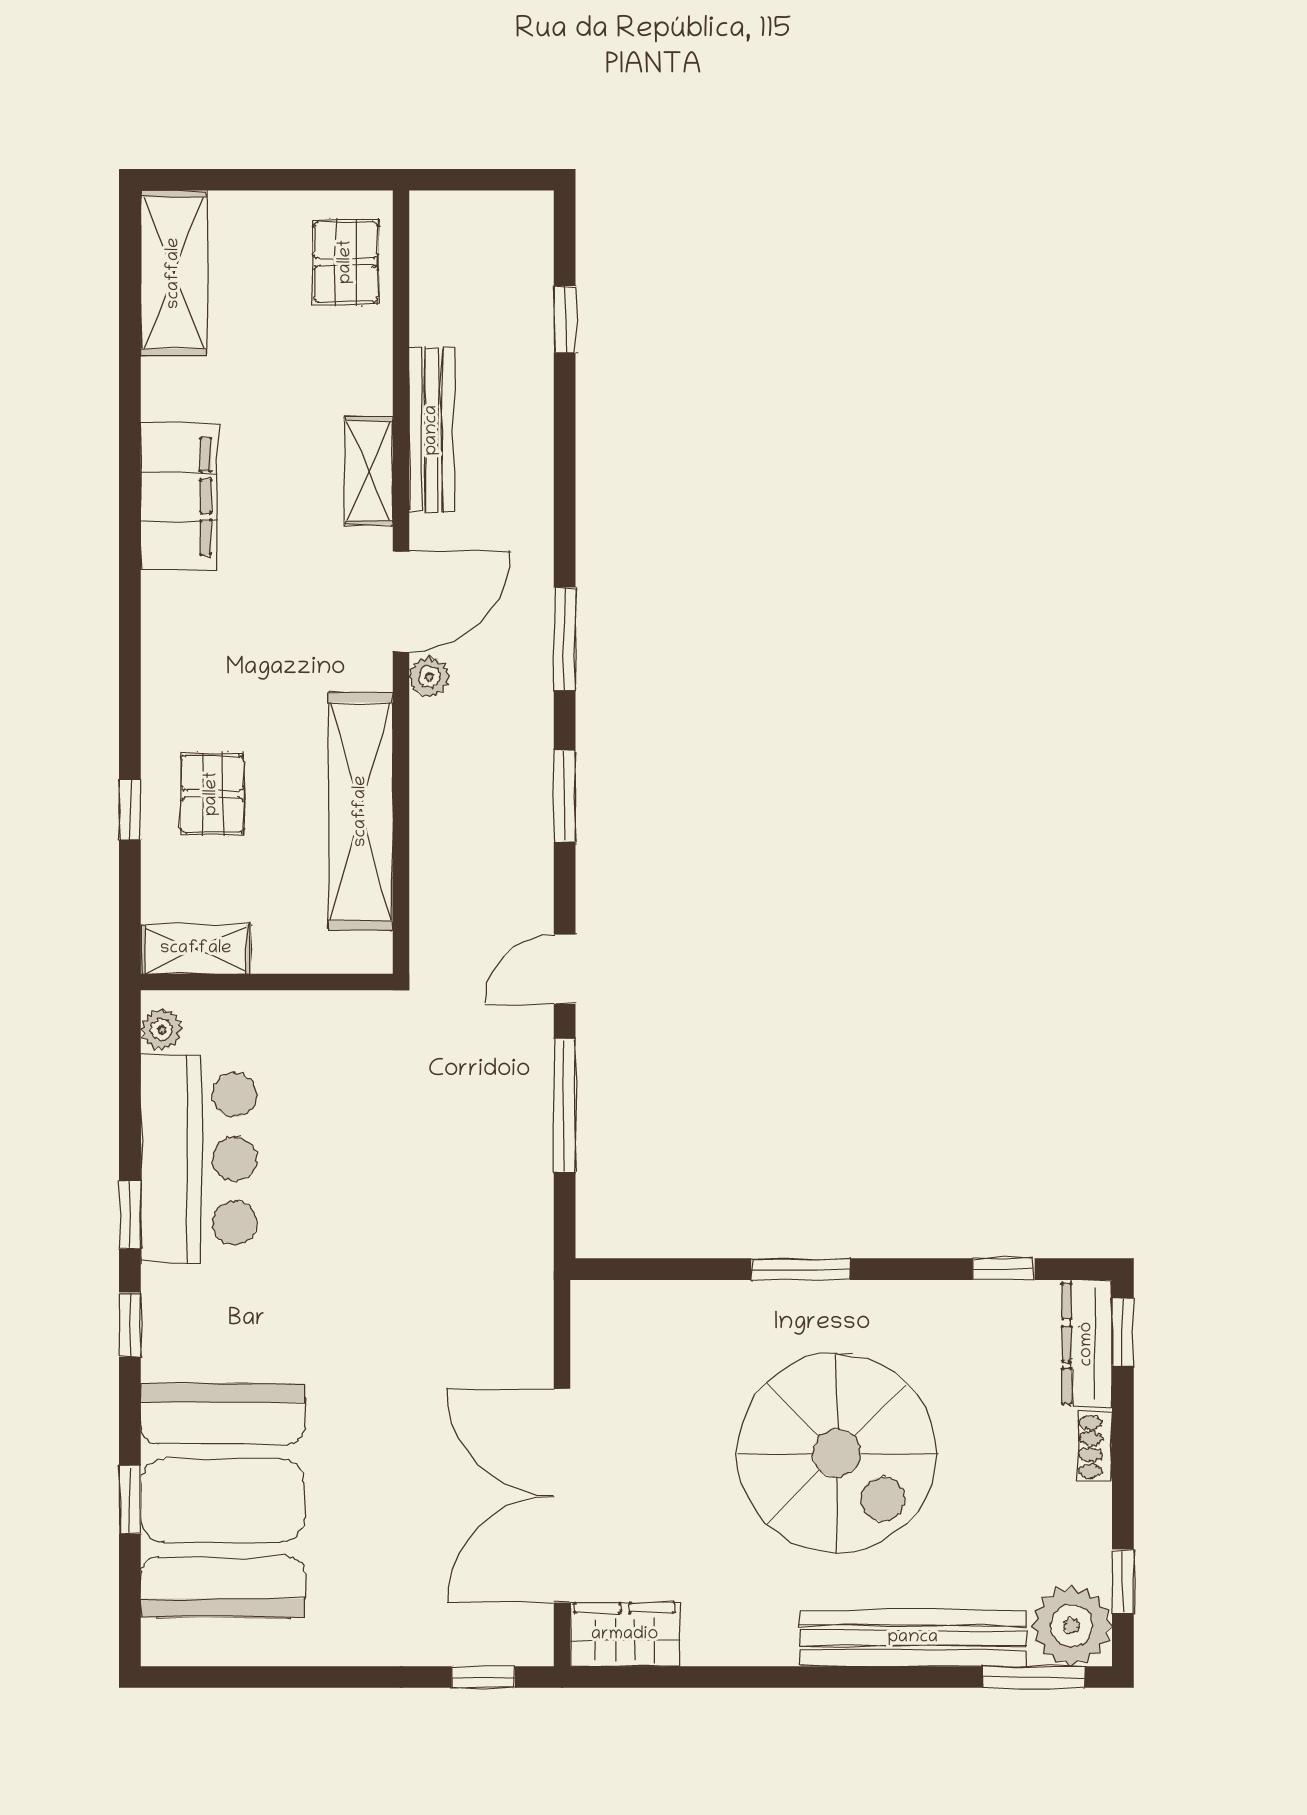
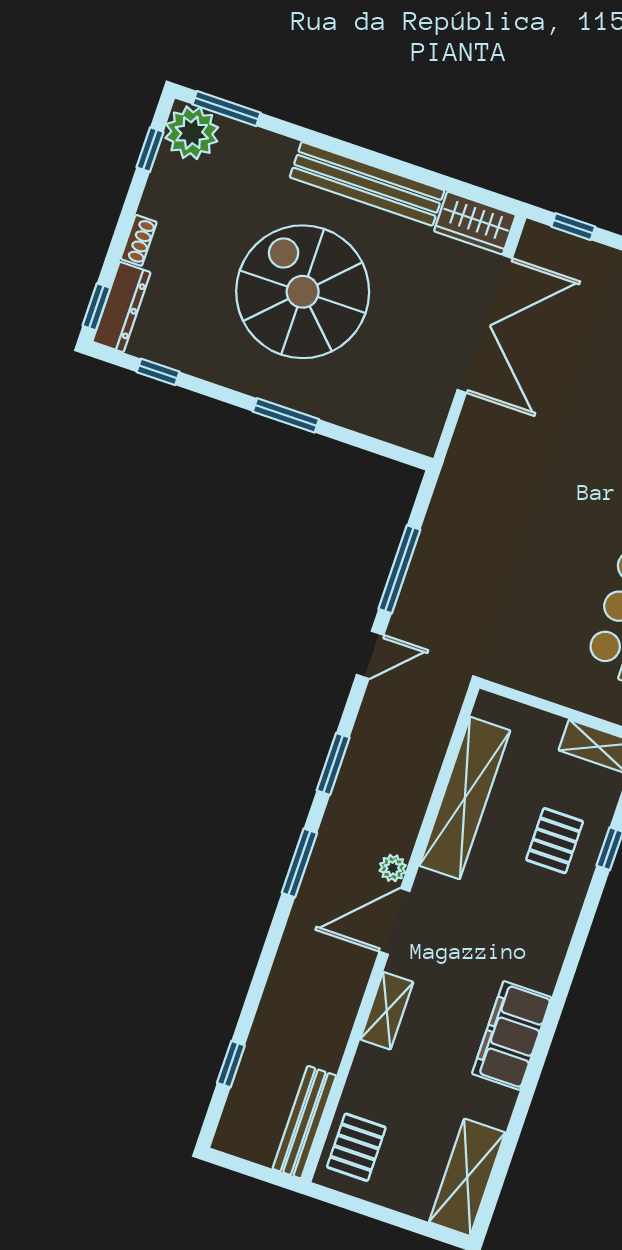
bench: (432, 430) -> (304, 1122), moved
bench: (913, 1638) -> (367, 184), moved

